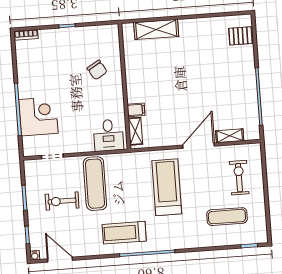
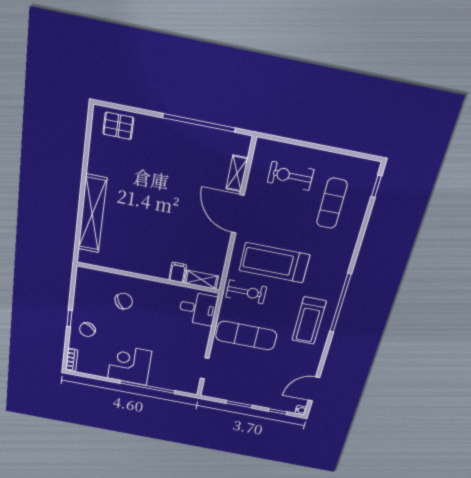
shelving: (156, 29) -> (92, 214), width x1.47
pallet: (241, 36) -> (118, 126), turned 90
chair: (61, 43) -> (87, 330), added
corner desk: (38, 116) -> (130, 365), moved
exercise bike: (62, 201) -> (246, 292), moved, turned -90

